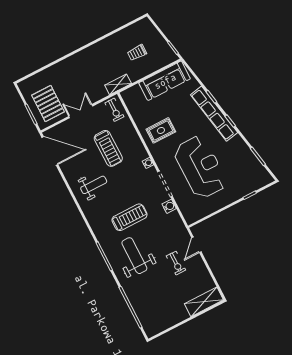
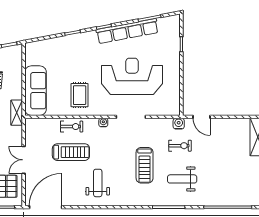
sofa: (165, 81) -> (36, 91), moved
exercise bike: (114, 110) -> (72, 127), moved
row of seats: (214, 114) -> (127, 31), moved
water cooler: (169, 206) -> (179, 124), moved
treadmill: (130, 217) -> (145, 165), turned 180
weight bench: (134, 256) -> (182, 179), width x0.73, depth x0.75
exercise bike: (176, 263) -> (180, 146), moved

